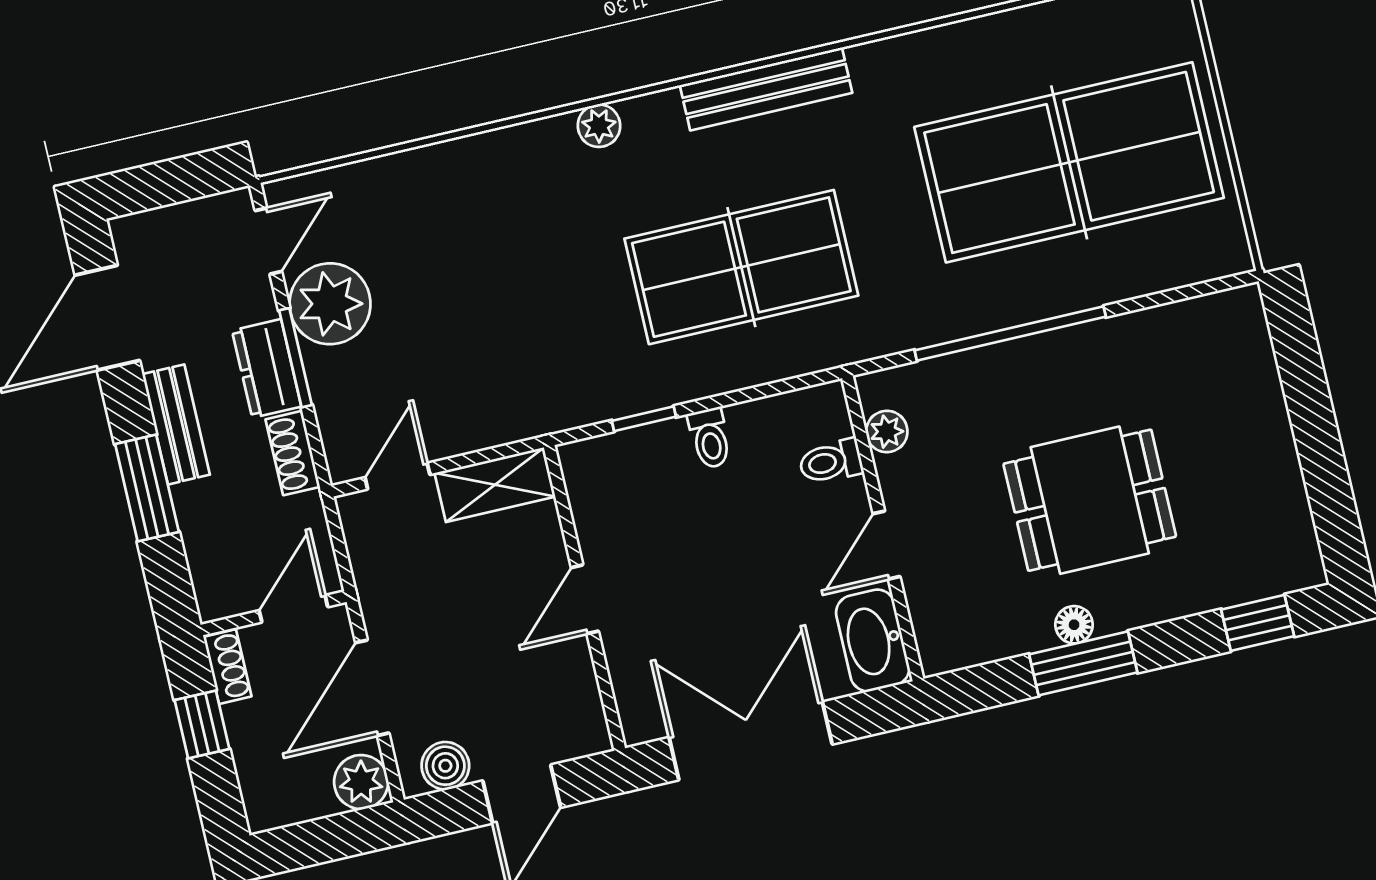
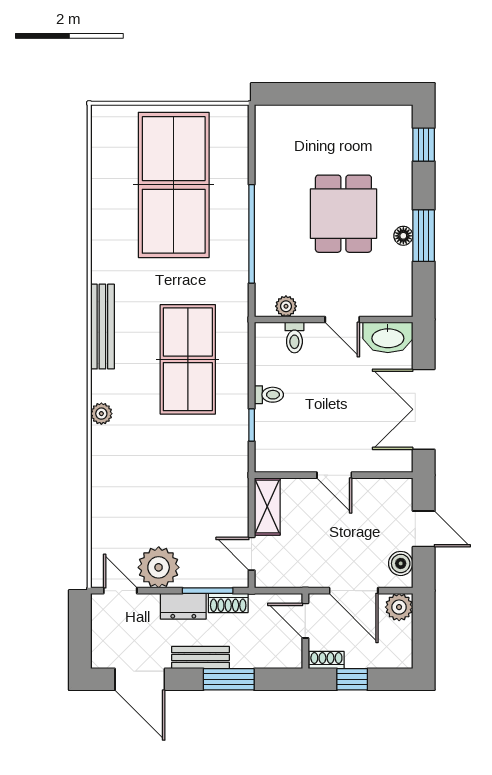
window: (296, 358) -> (208, 591), moved

